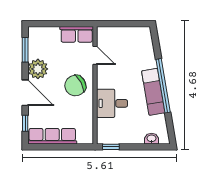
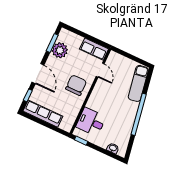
plant: (38, 69) -> (60, 50), moved
chair: (75, 86) -> (76, 85), turned 118
exam couch: (153, 92) -> (138, 83), moved
desk: (112, 103) -> (91, 122), moved

